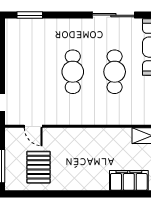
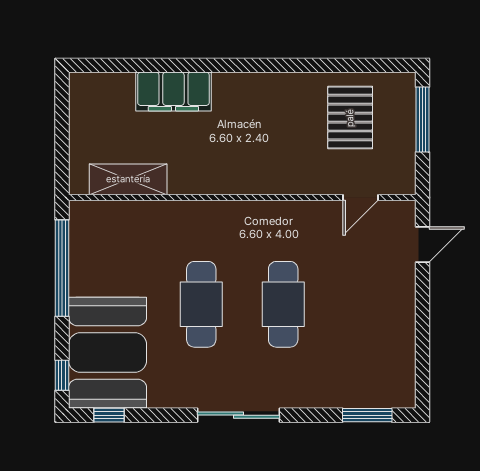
sliding door: (113, 15) -> (238, 415), moved
door: (33, 126) -> (361, 197), swing flipped

